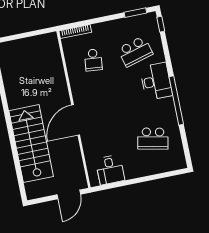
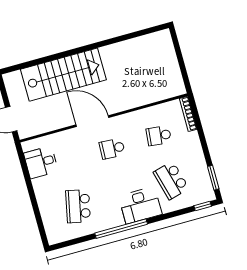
school desk: (102, 104) -> (112, 149), added

